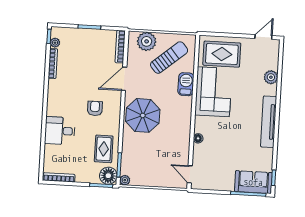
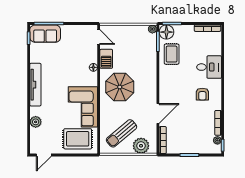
barbecue: (186, 84) -> (106, 59), moved
armchair: (95, 108) -> (202, 94), moved
parasol: (143, 115) -> (120, 87), moved

